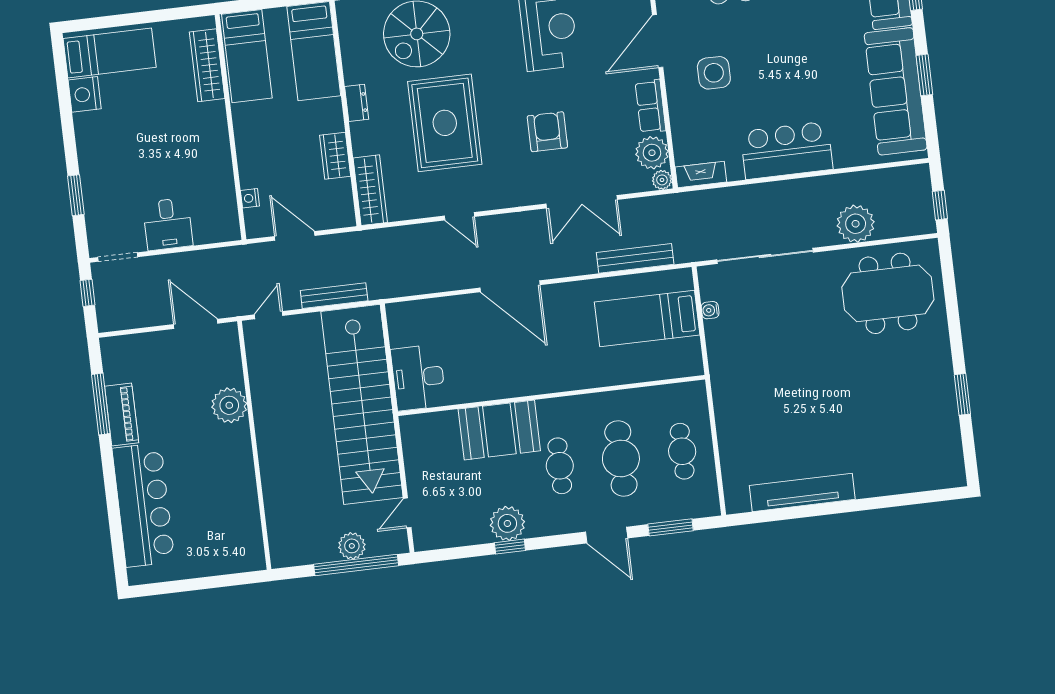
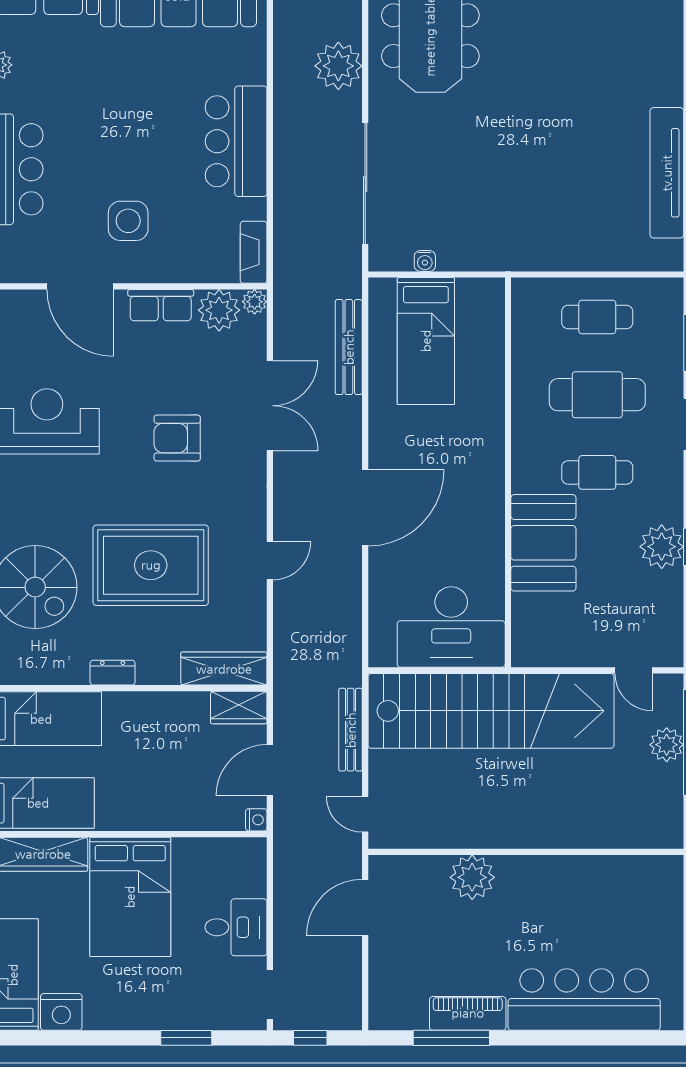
bed: (182, 138) -> (130, 897), added
wardrobe: (335, 156) -> (239, 708), moved
nightstand: (250, 198) -> (256, 820), moved, turned -90
desk: (418, 377) -> (451, 627), width x1.36, depth x1.30

